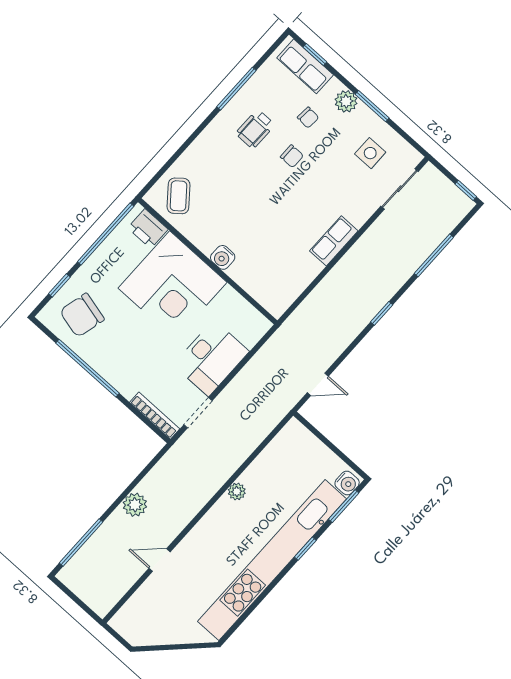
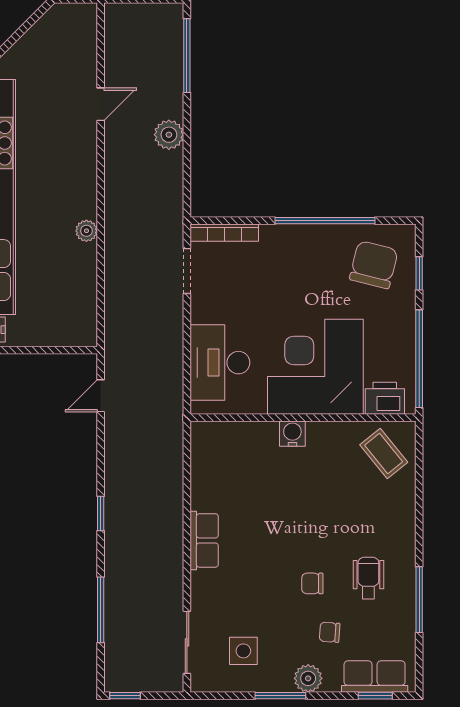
desk: (211, 358) -> (220, 363), moved

